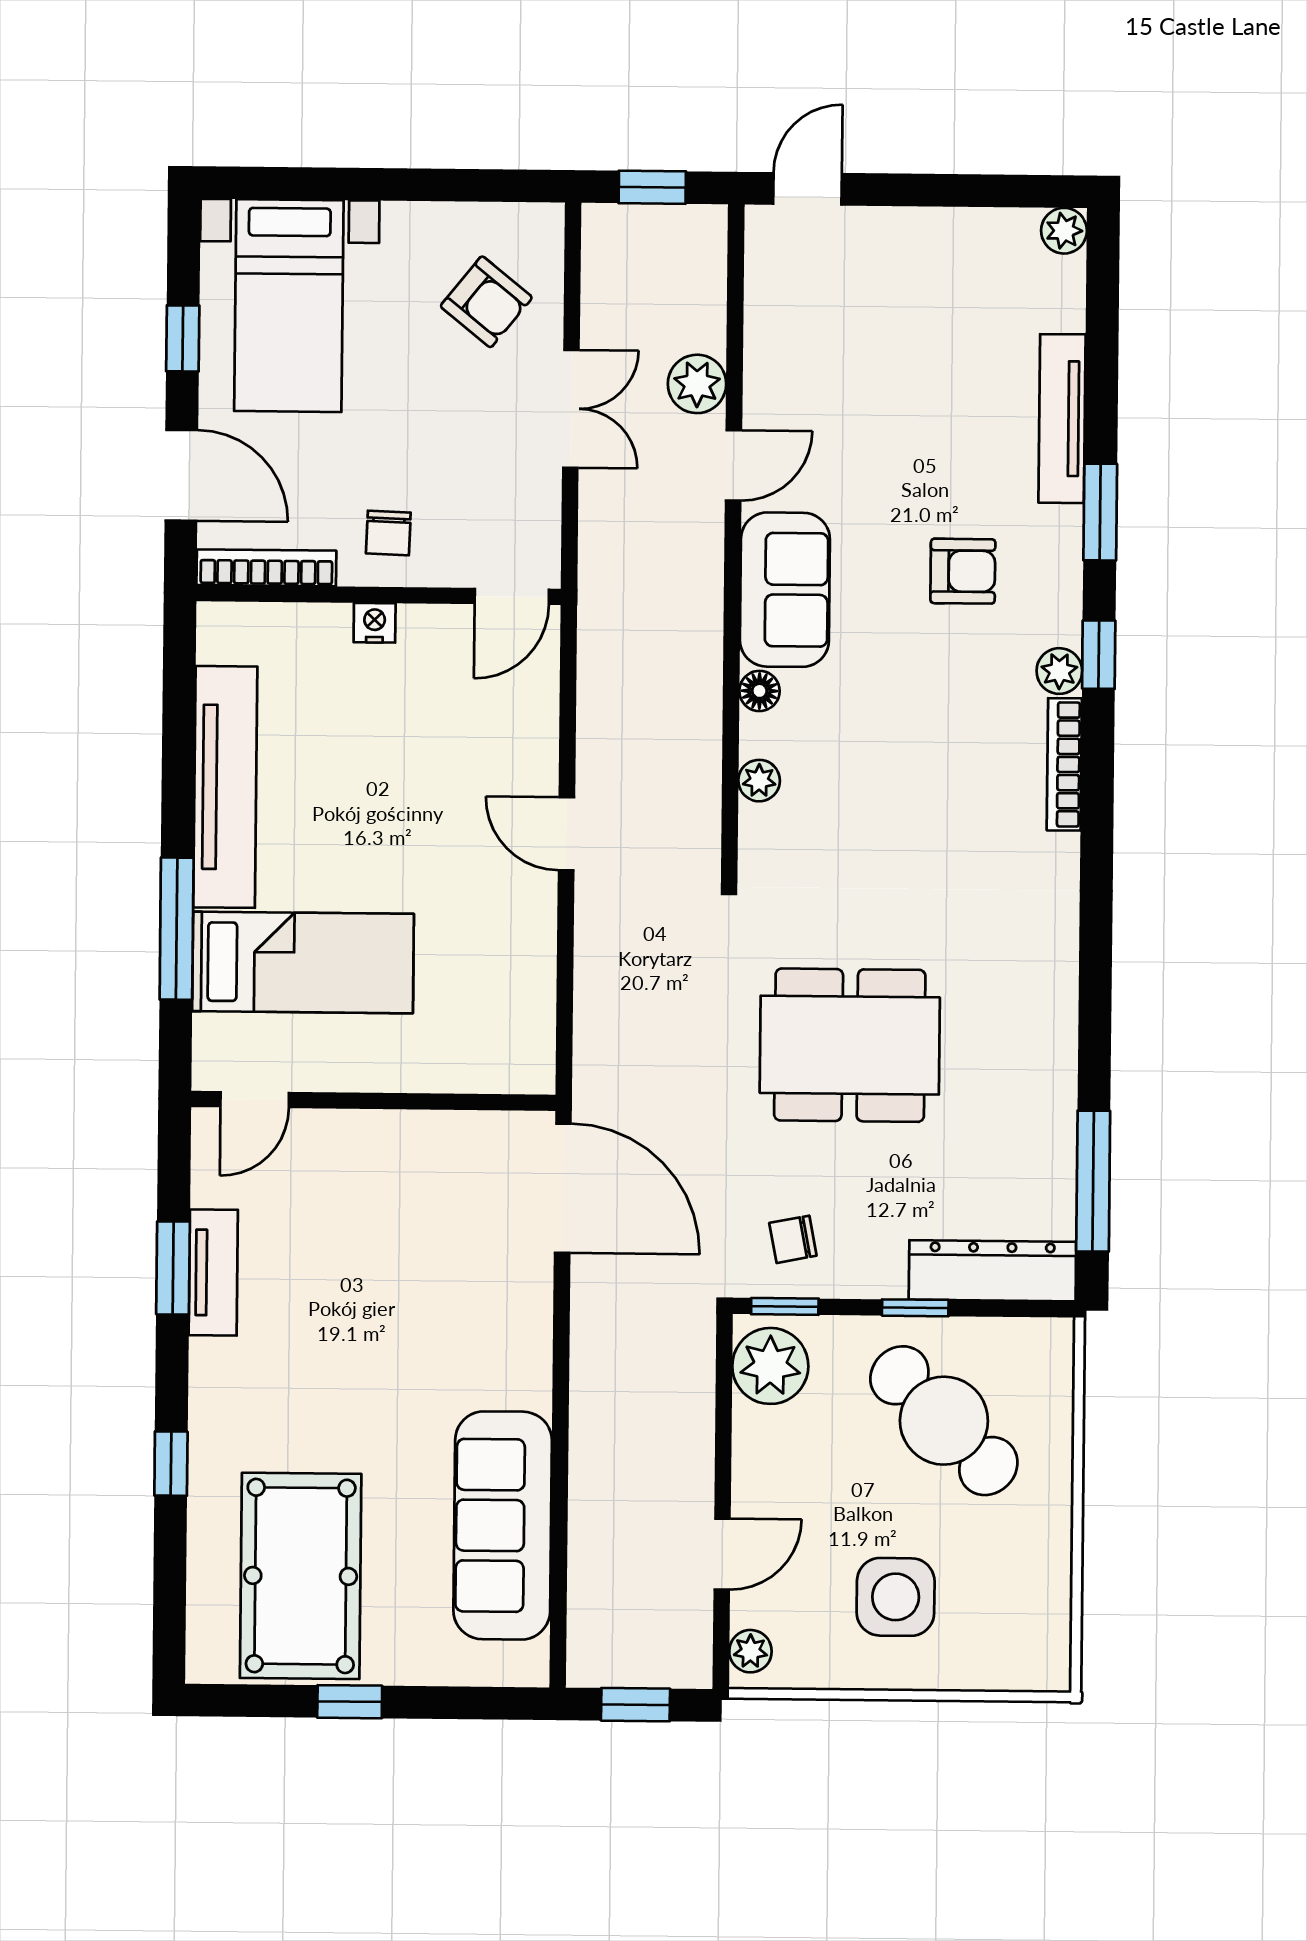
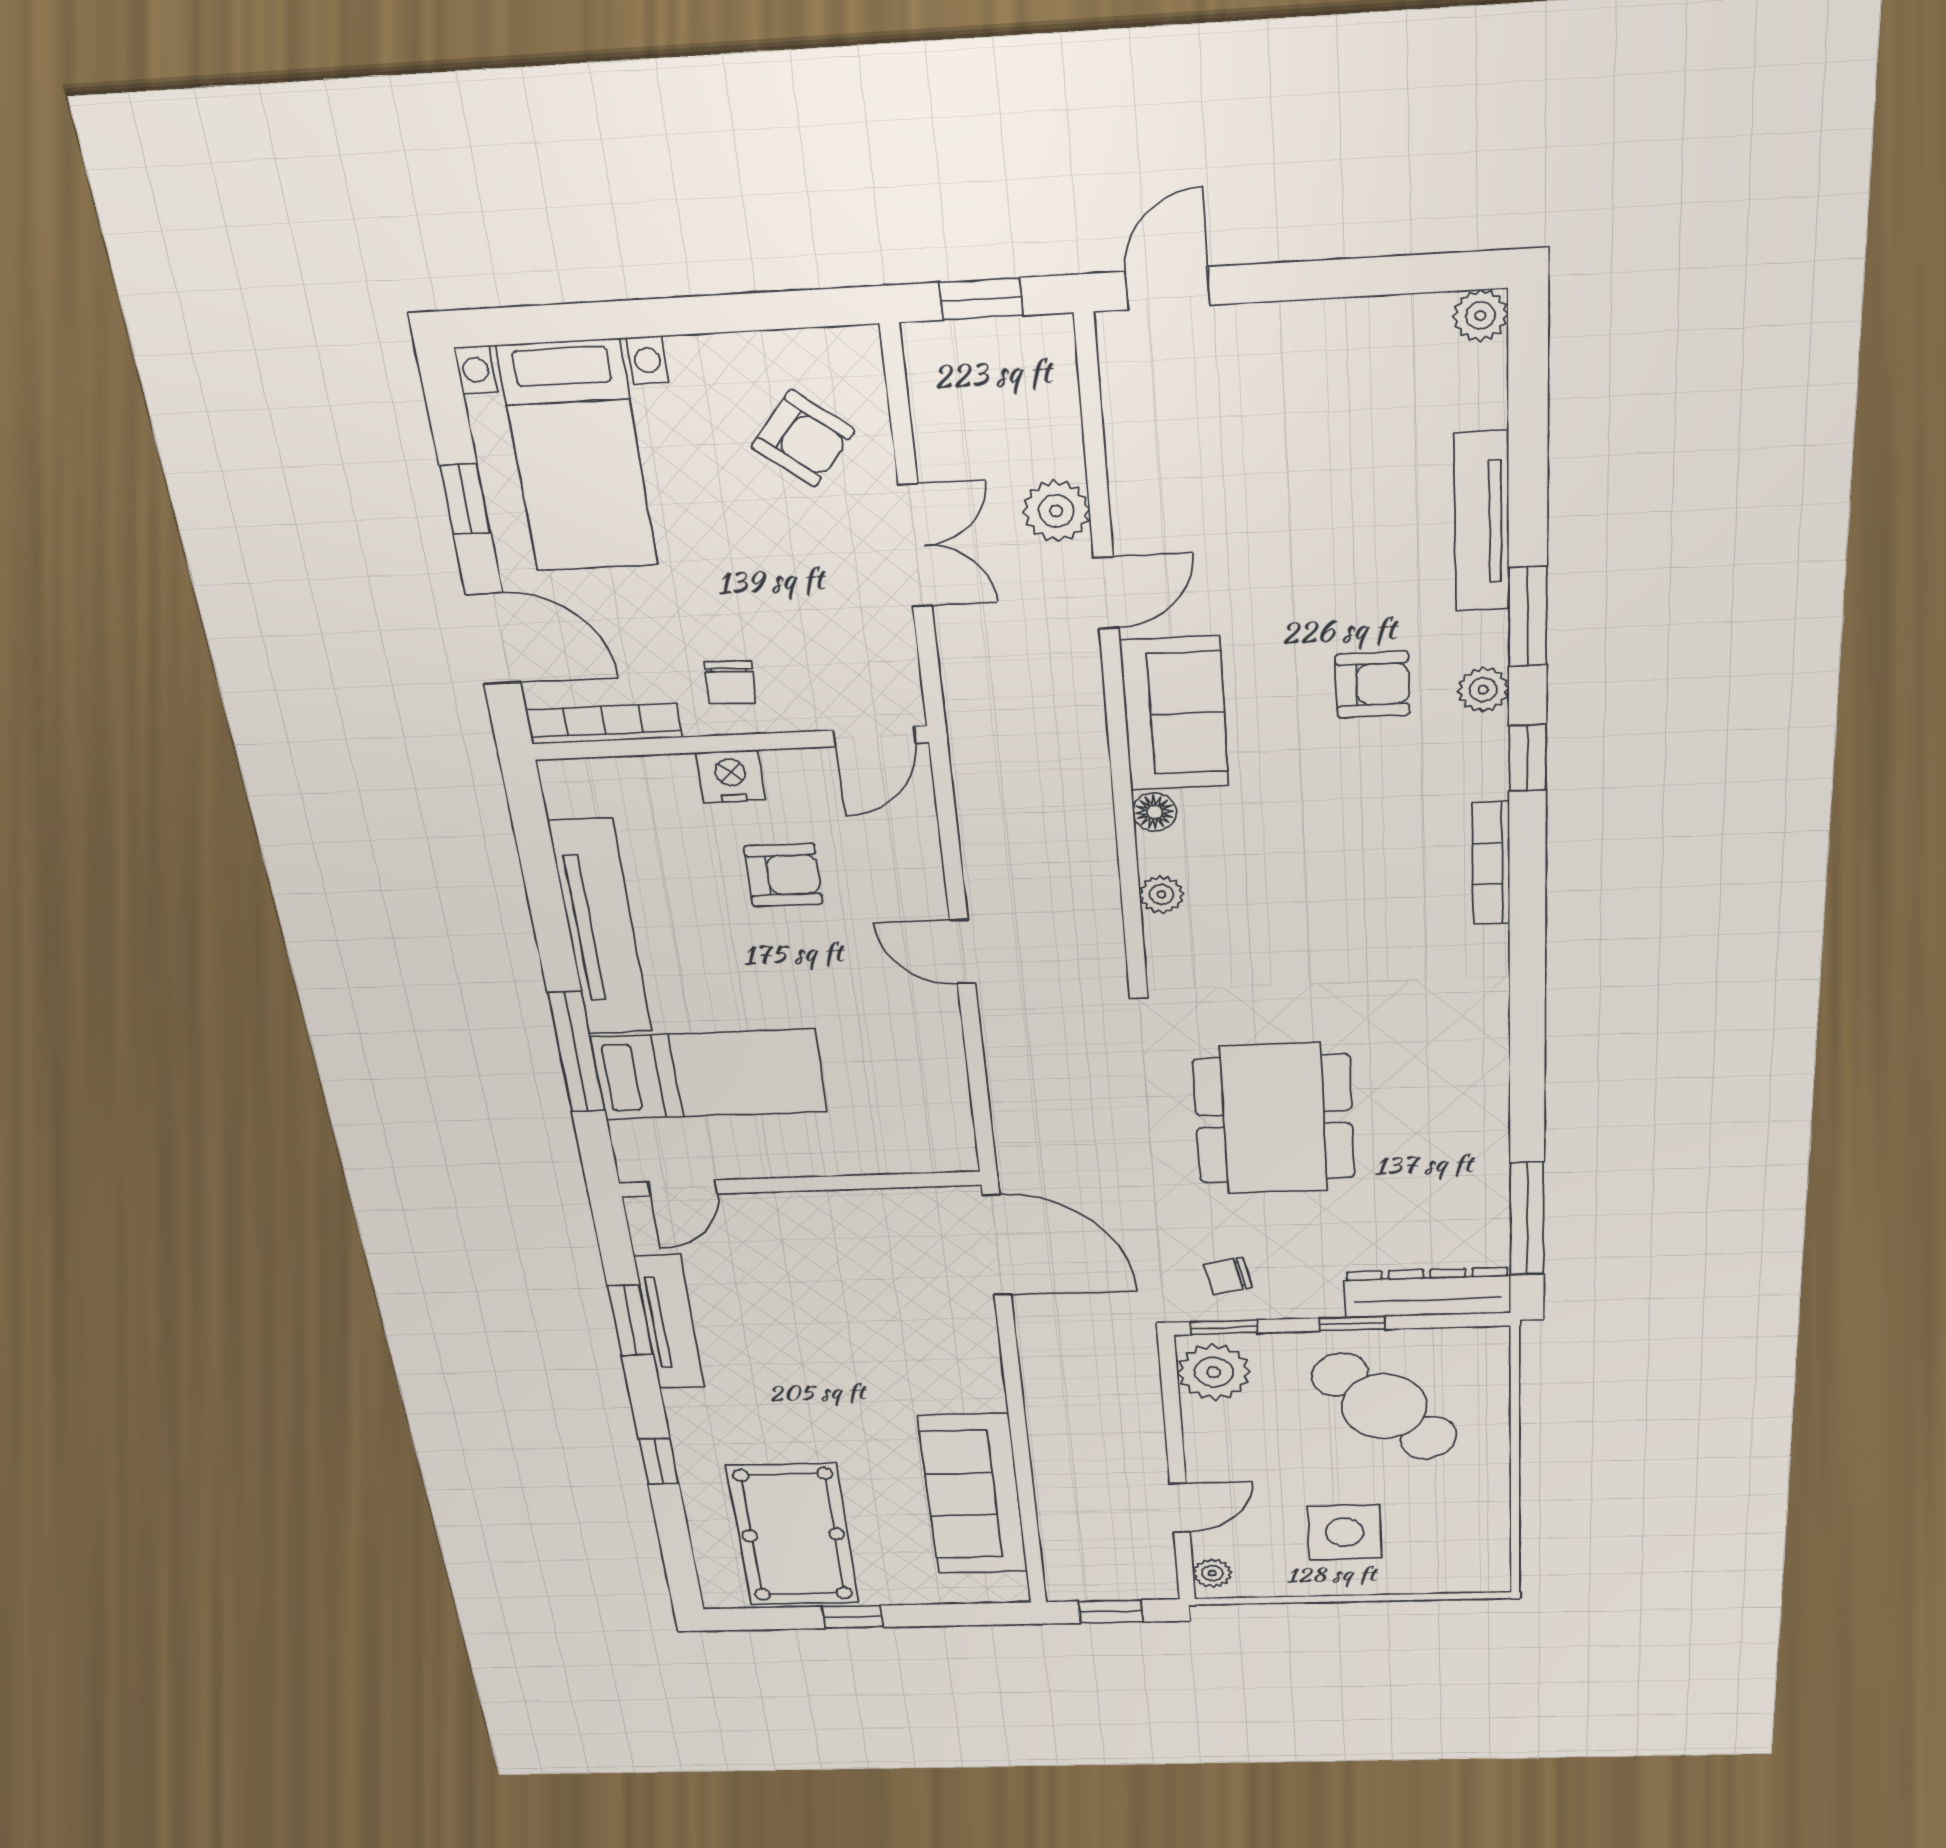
nightstand: (375, 623) -> (731, 776), width x1.39, depth x1.35
plant: (1059, 671) -> (1483, 690), moved
armchair: (408, 739) -> (783, 875), added
dining table: (850, 1045) -> (1274, 1119), turned 90
tv unit: (213, 1273) -> (669, 1322), width x1.41

